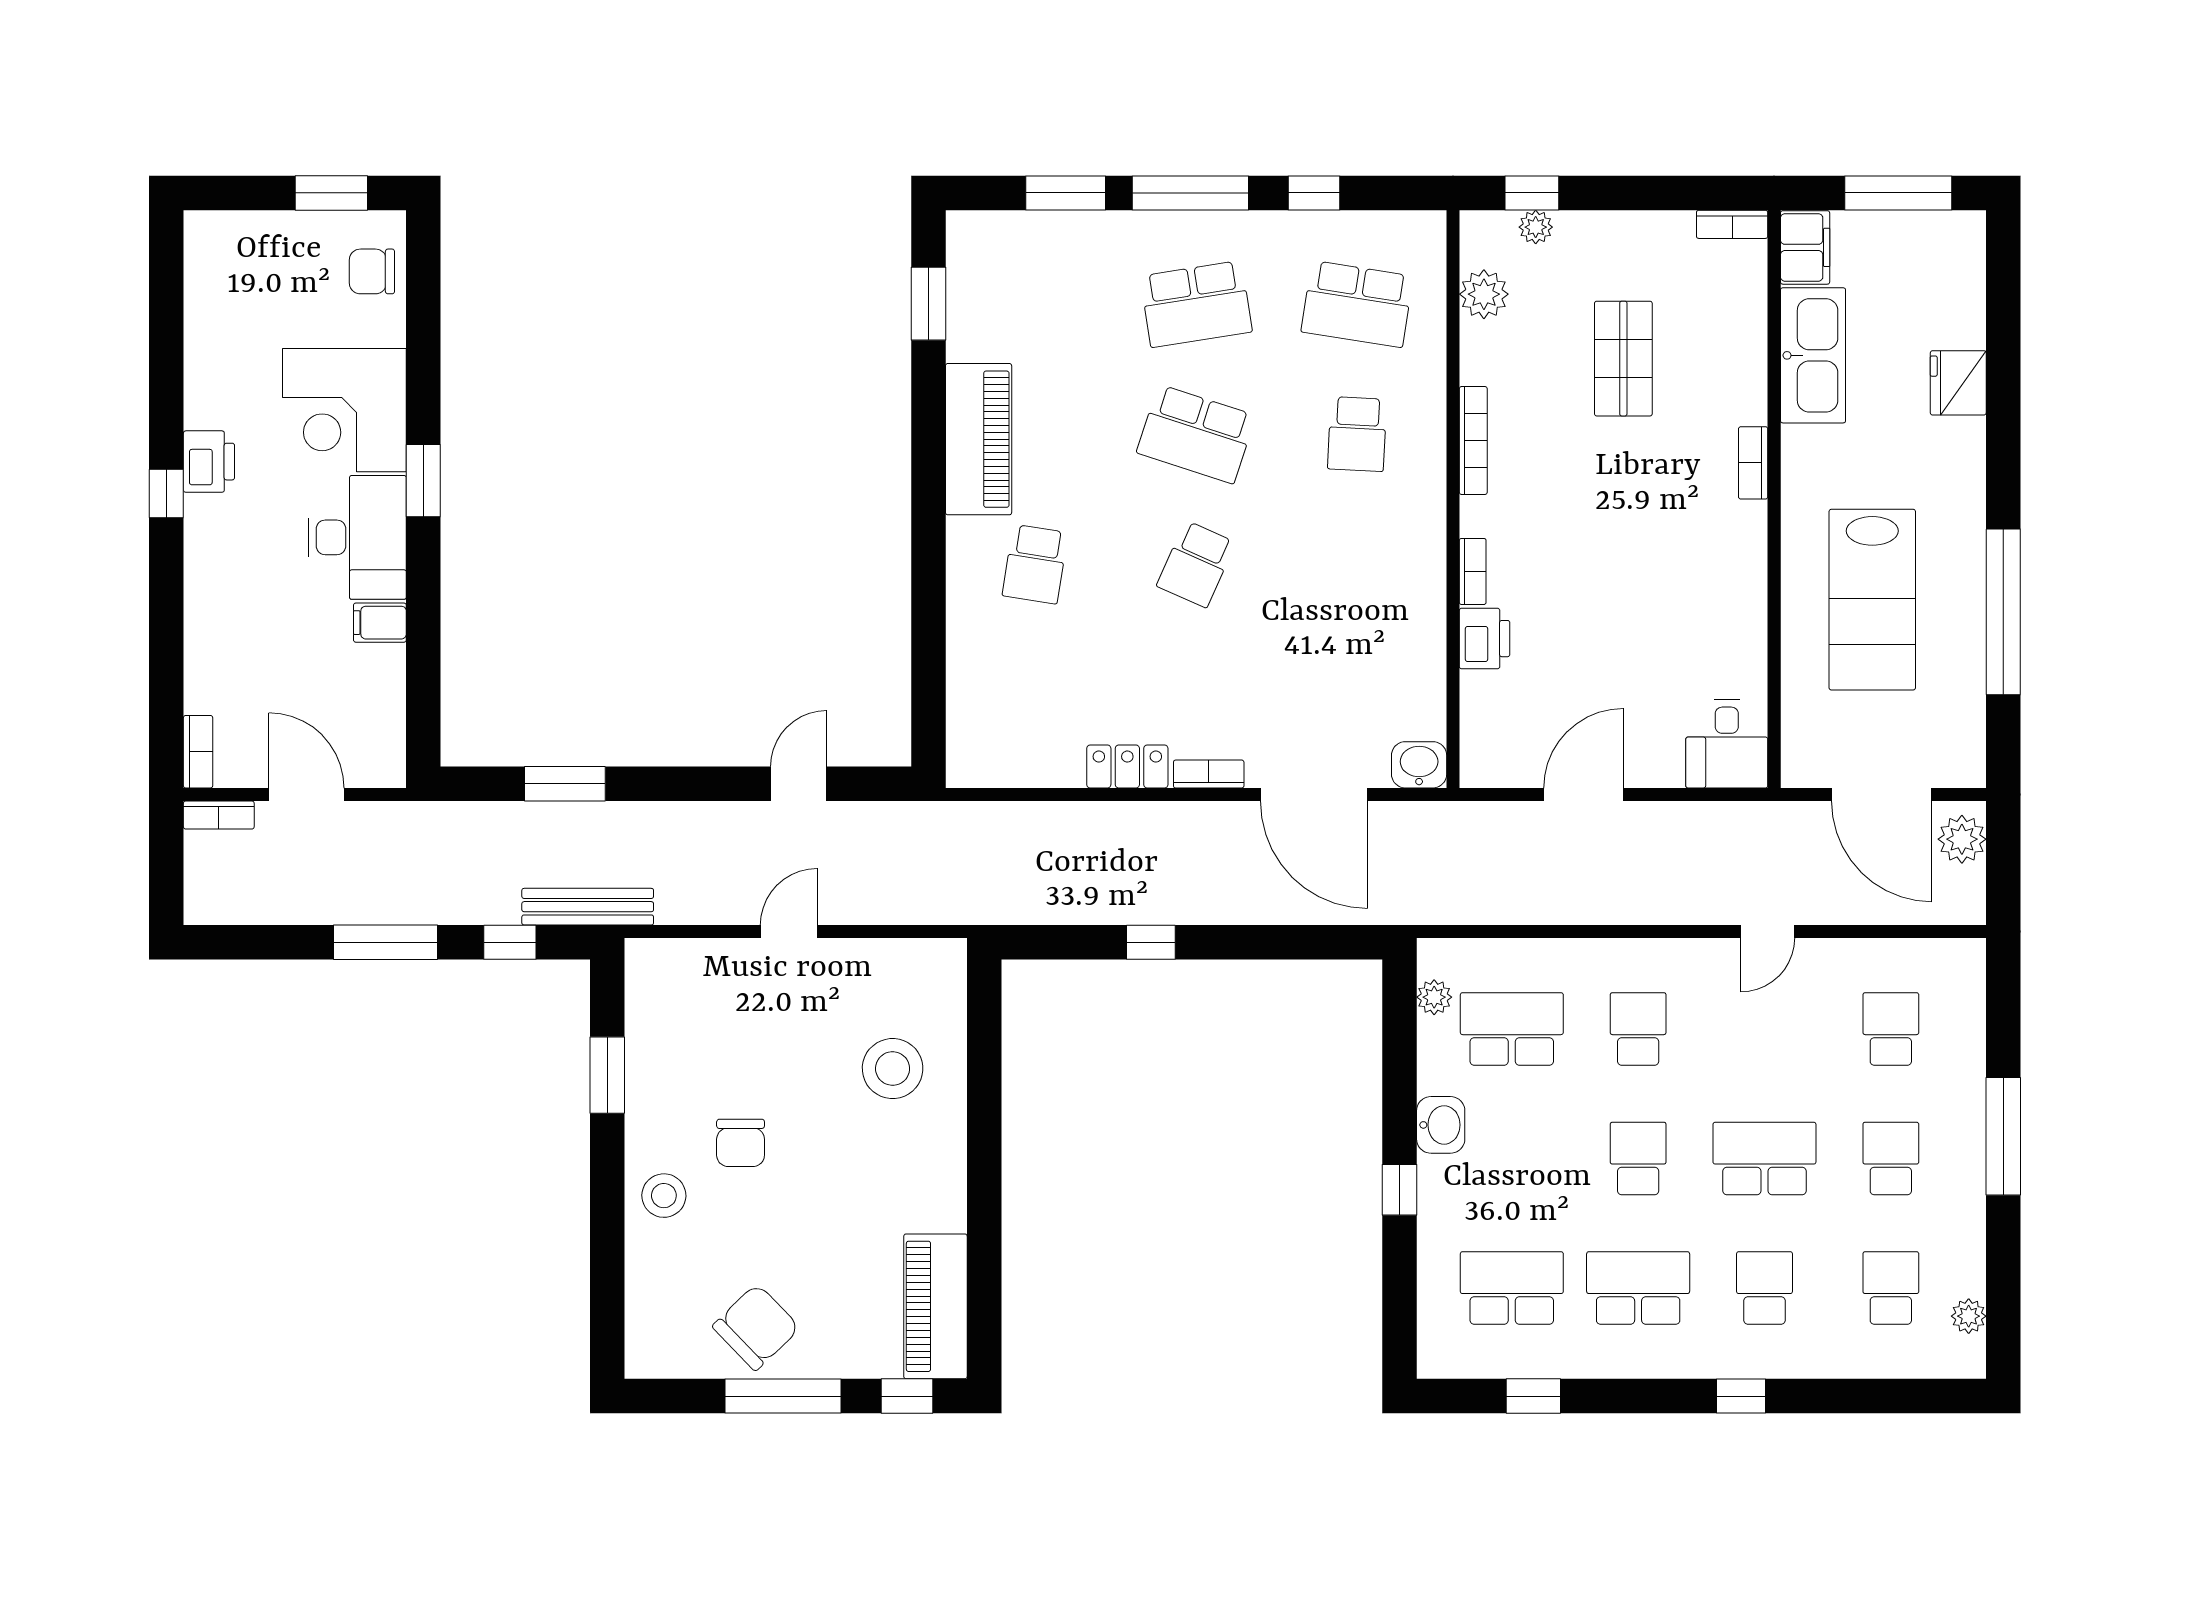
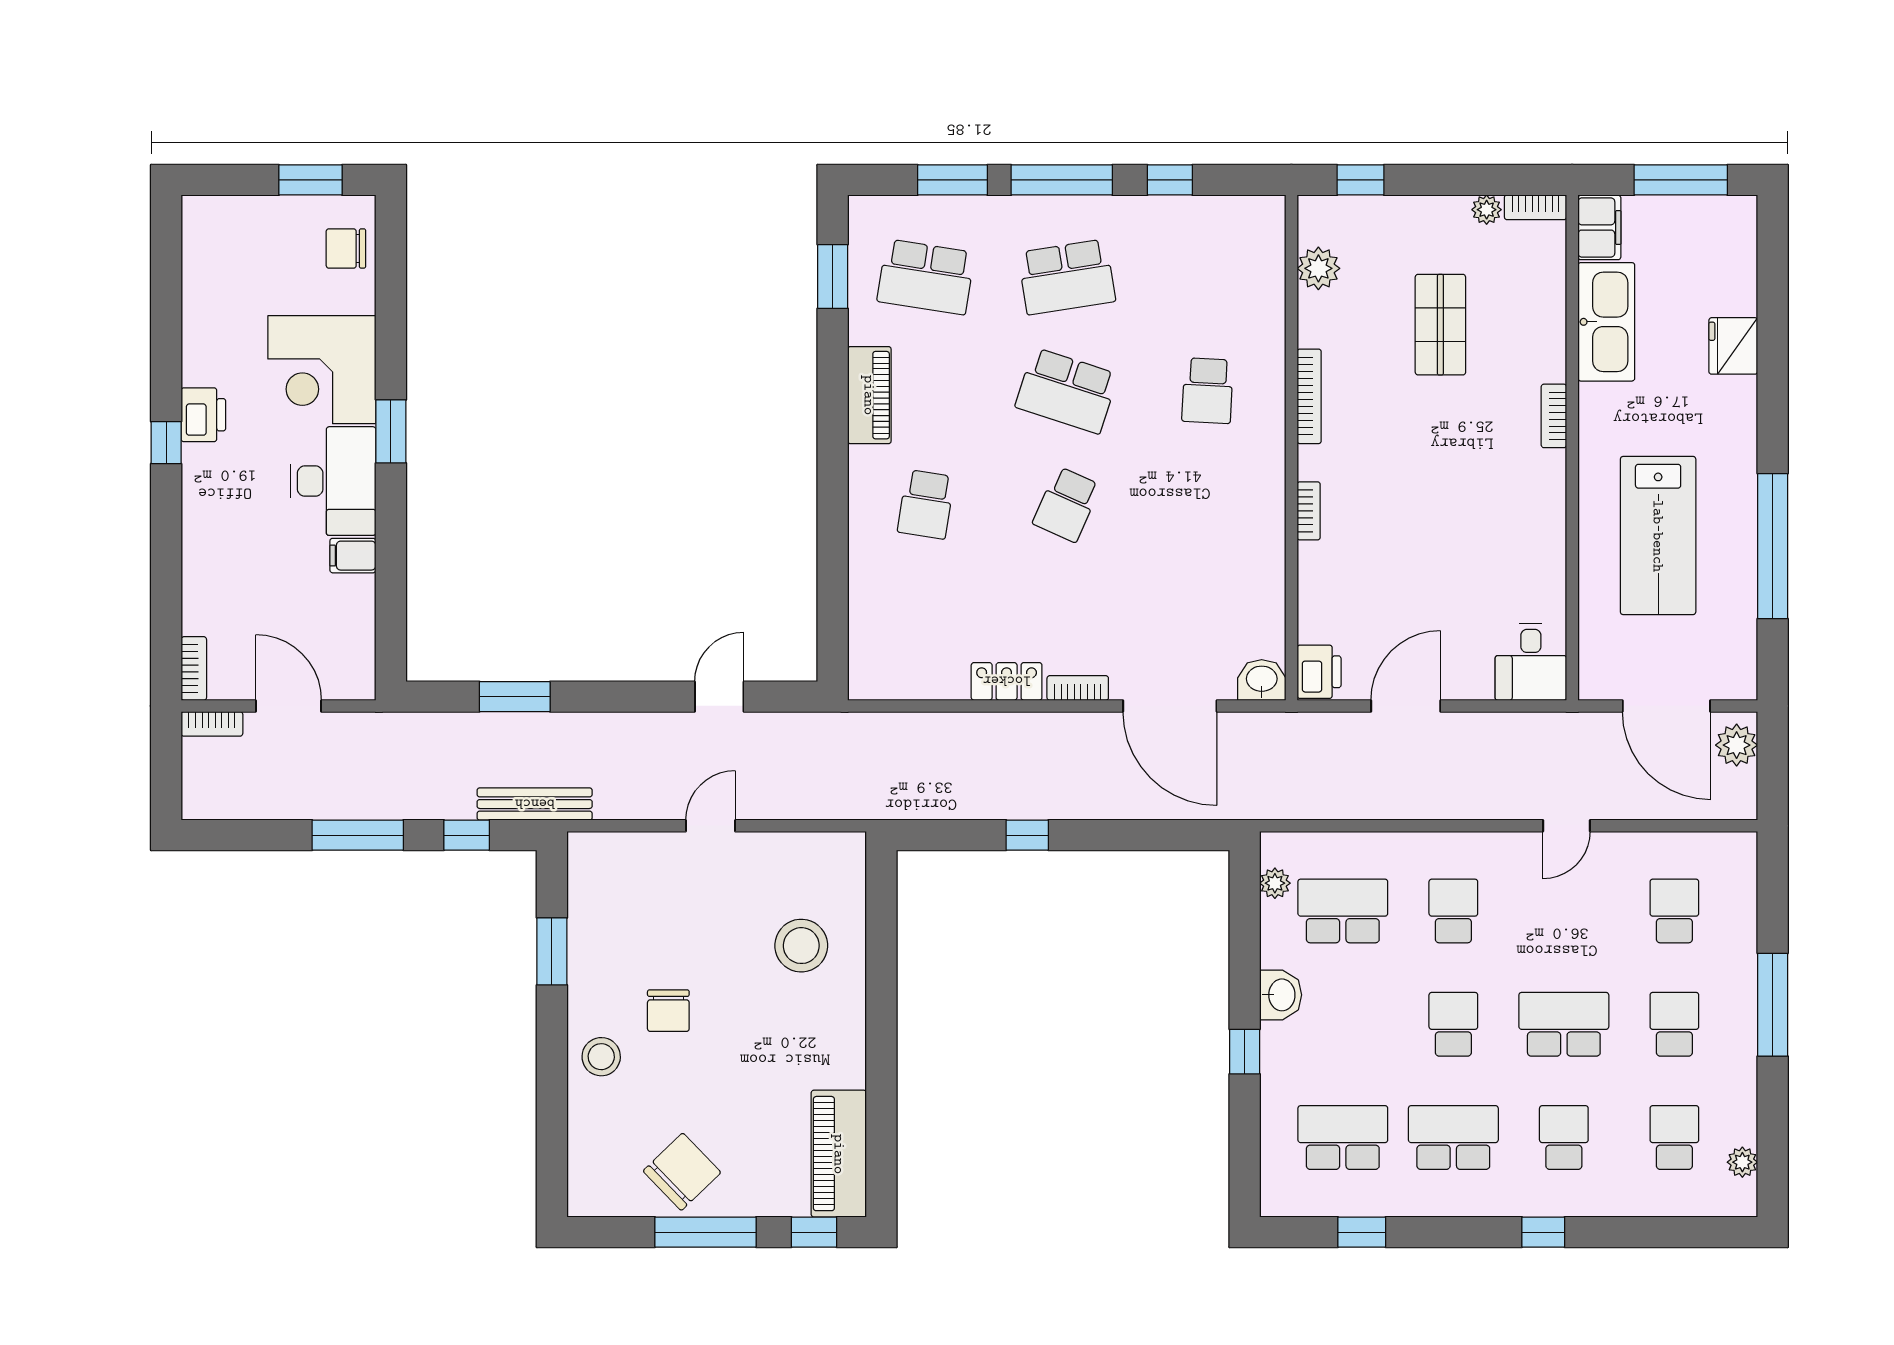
plant: (1536, 227) -> (1487, 210), moved
school desk: (1357, 304) -> (926, 277), moved
piano: (979, 439) -> (869, 395), width x0.73, depth x0.75
printer: (1485, 639) -> (1319, 672), moved

